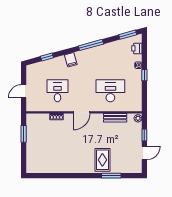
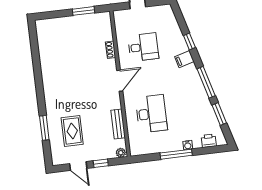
window: (128, 35) -> (219, 114), moved
window: (47, 57) -> (189, 41), moved
window: (144, 75) -> (176, 154), width x2.17
door: (81, 112) -> (120, 81), swing flipped
rug: (102, 160) -> (72, 131), moved, turned 90

